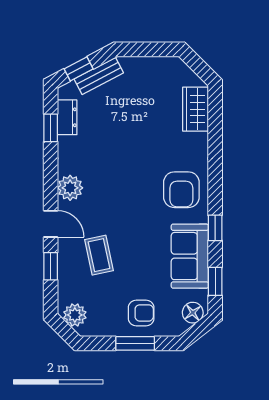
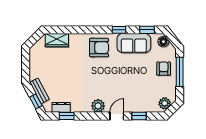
coffee table: (99, 255) -> (133, 91), removed
window: (135, 343) -> (180, 72), width x1.44

